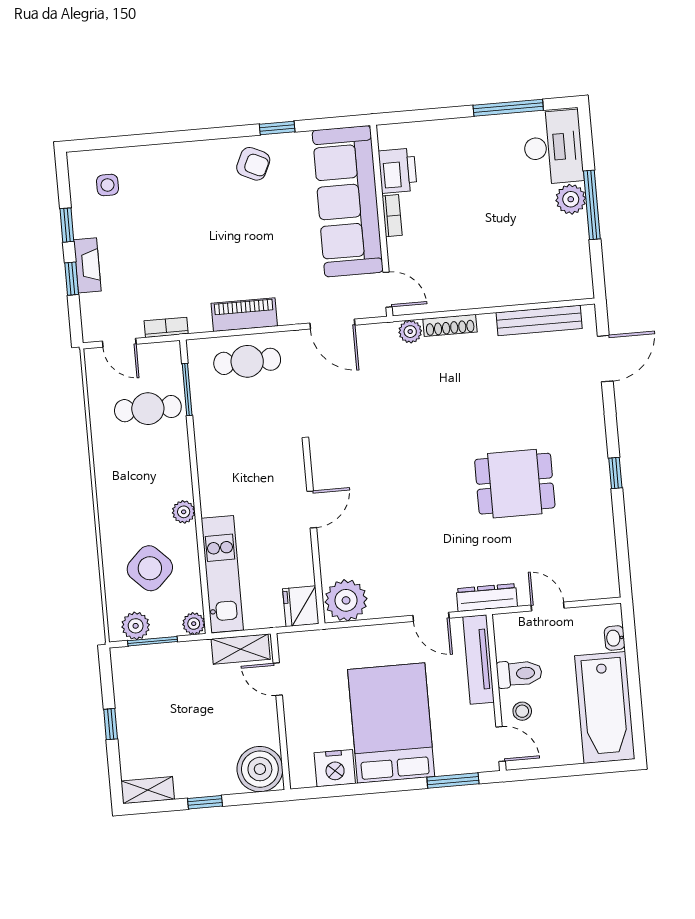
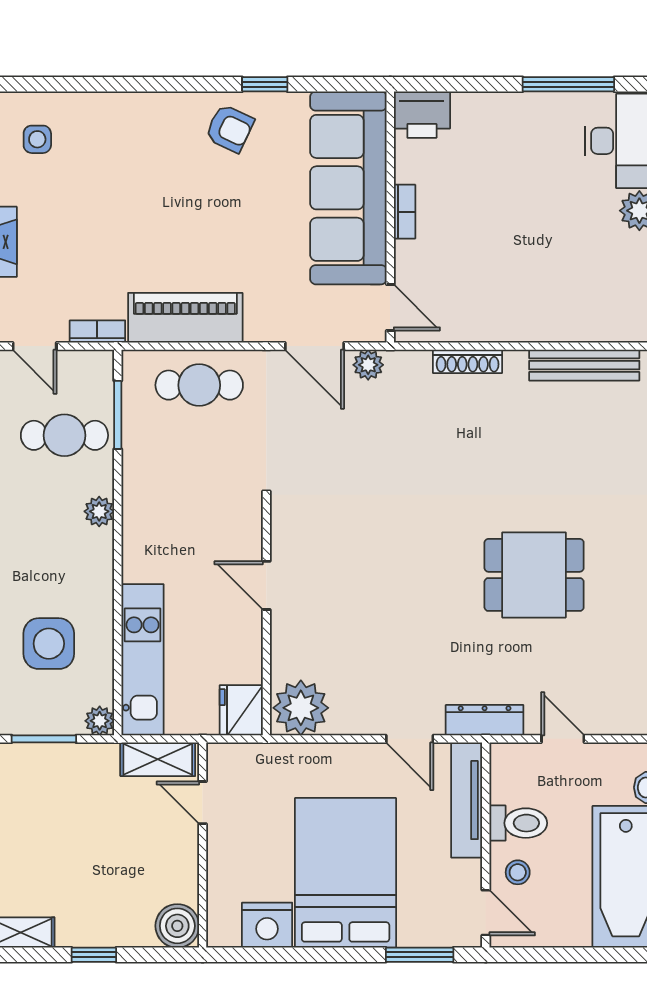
printer: (398, 171) -> (422, 115), moved, turned 90
piano: (244, 315) -> (185, 318), width x1.37, depth x1.33
plant: (410, 332) -> (368, 365), moved
door: (312, 509) -> (266, 585), swing flipped
plant: (184, 512) -> (99, 511), moved
side table: (150, 568) -> (49, 644), turned 45
plant: (136, 626) -> (24, 717), removed
boiler: (260, 769) -> (177, 926), width x0.73, depth x0.73

